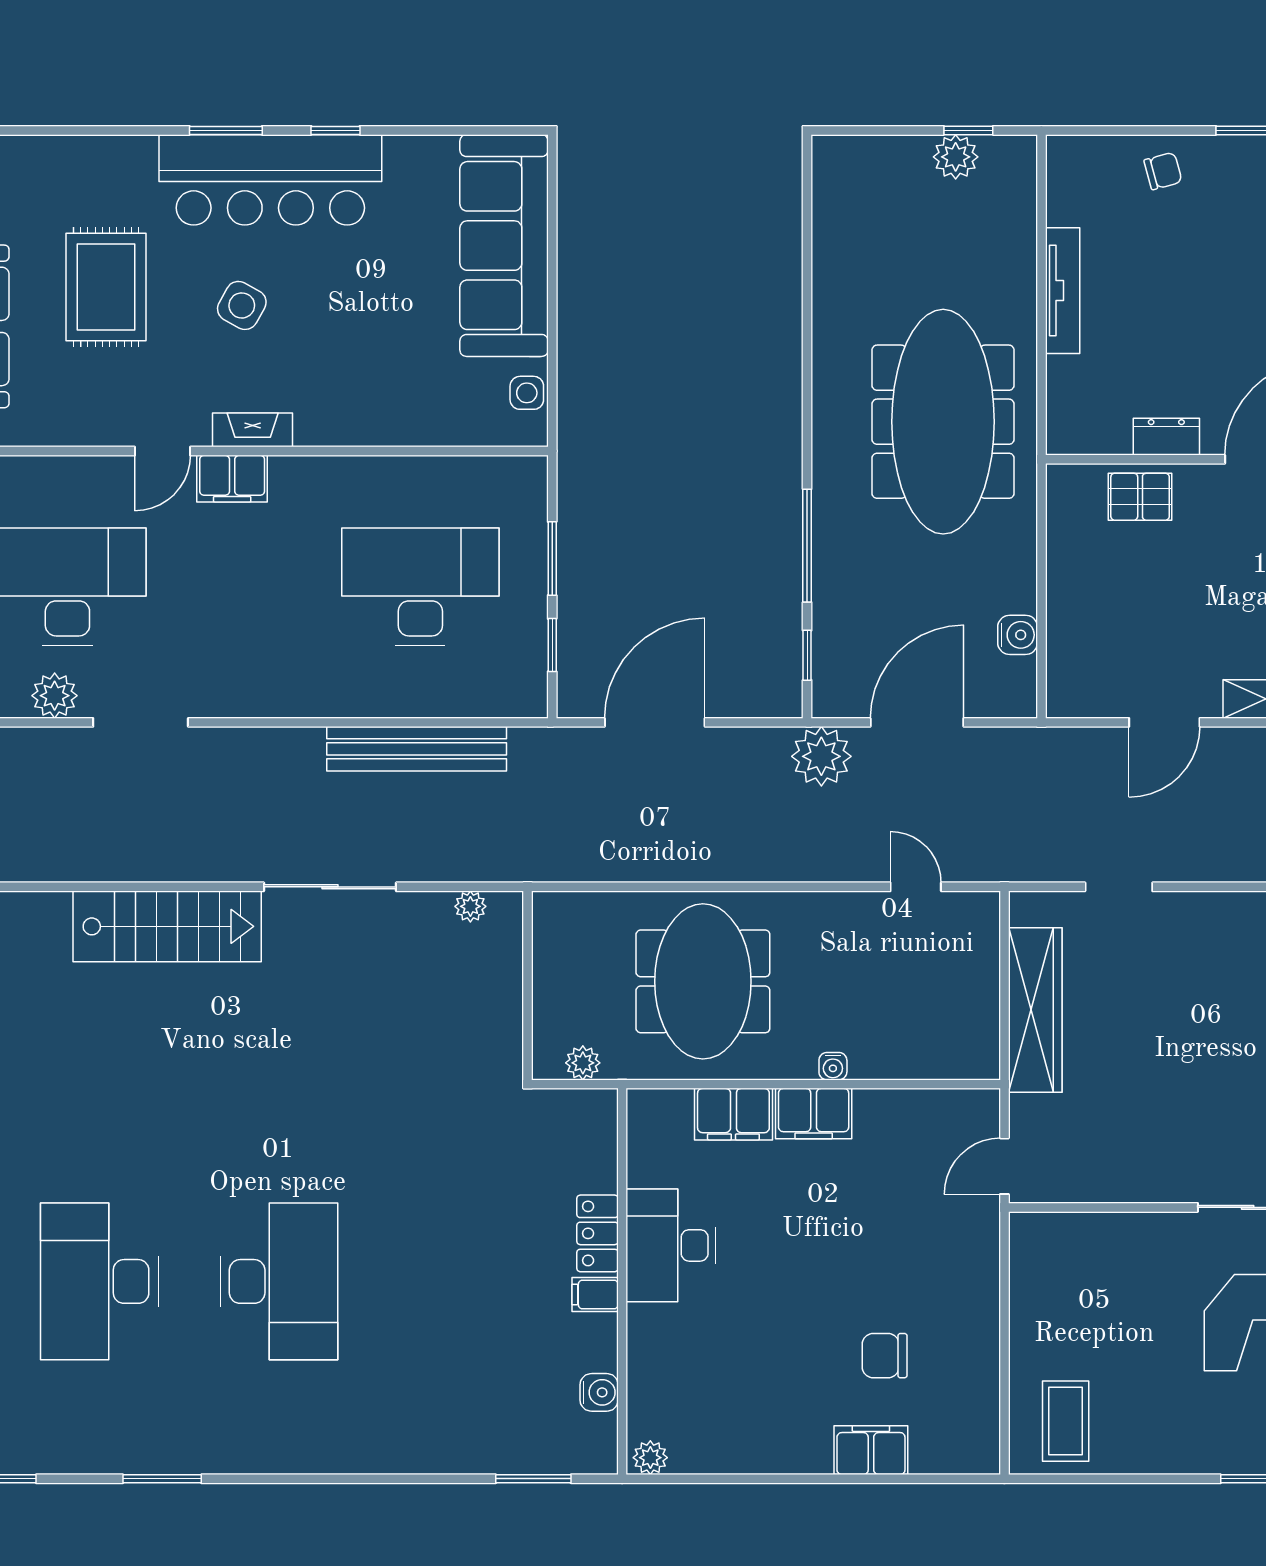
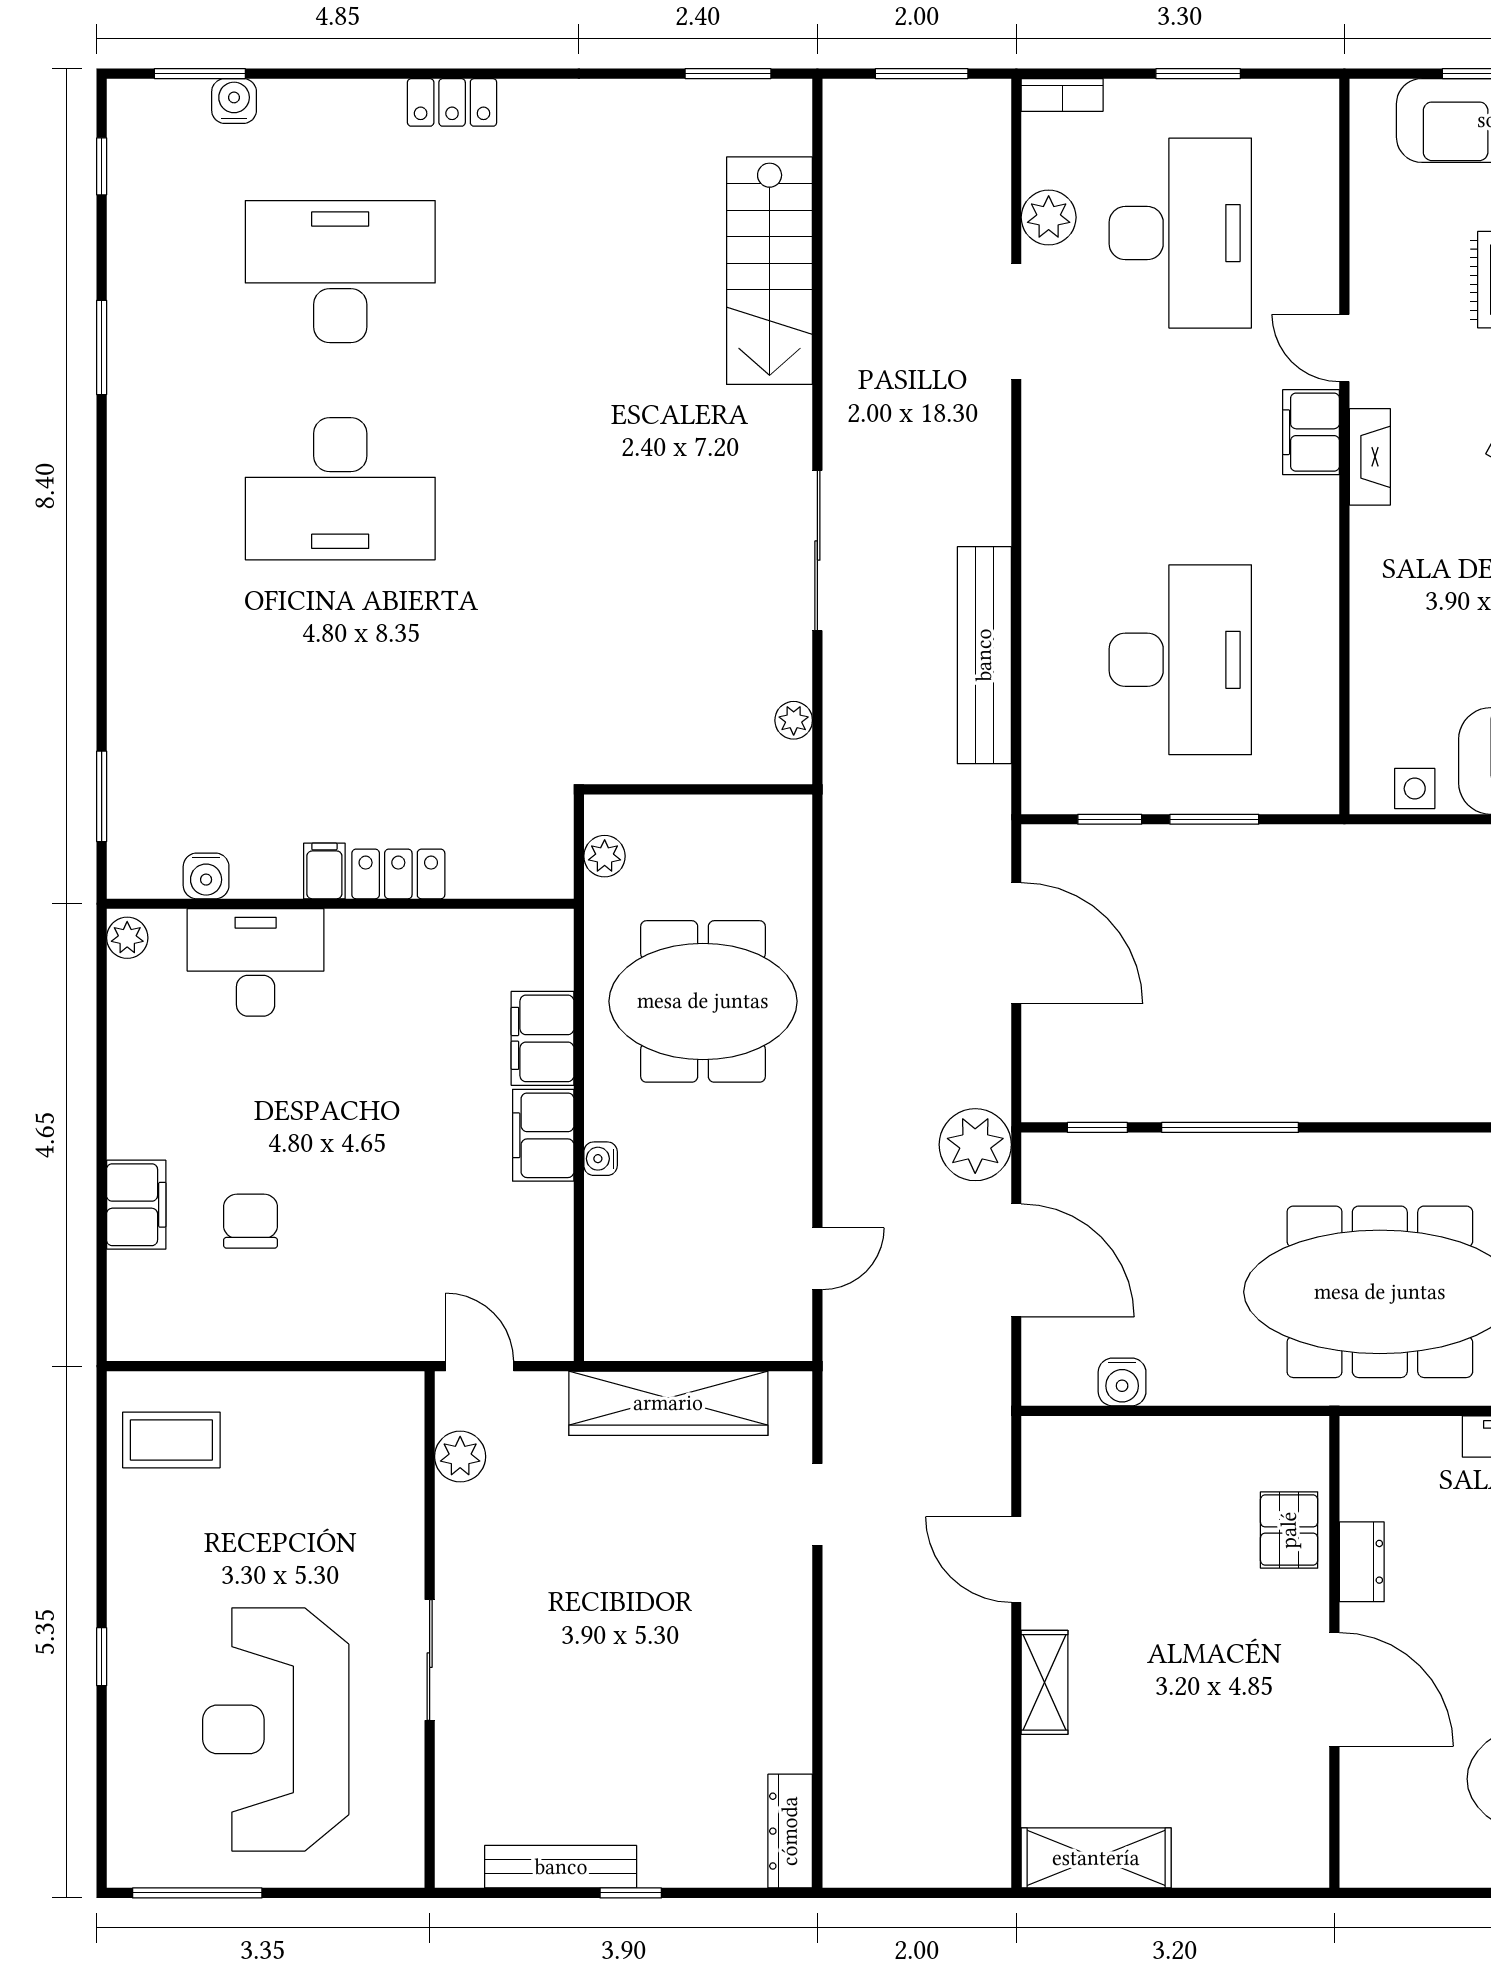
stairs: (167, 926) -> (770, 271), moved
plant: (1079, 1182) -> (460, 1457), added
desk: (671, 1245) -> (256, 962), moved

